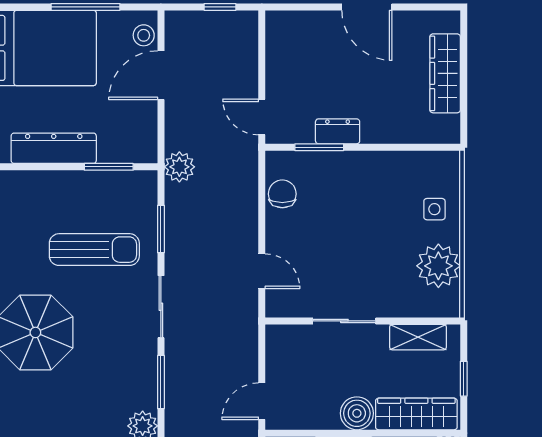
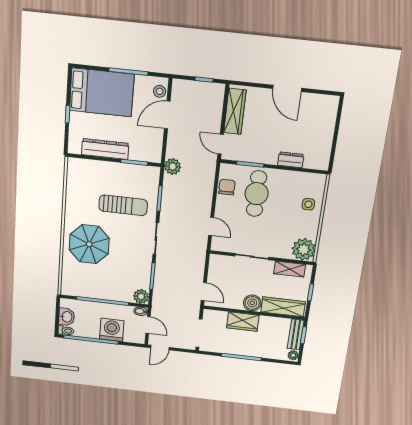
wardrobe: (445, 73) -> (235, 111), moved, turned 180
dresser: (338, 131) -> (291, 160), moved
cafe table: (338, 200) -> (257, 194), added
plant: (438, 266) -> (304, 249), moved
door: (262, 401) -> (204, 292), swing flipped

